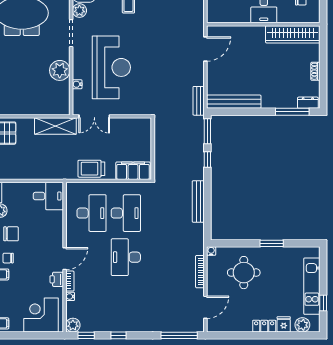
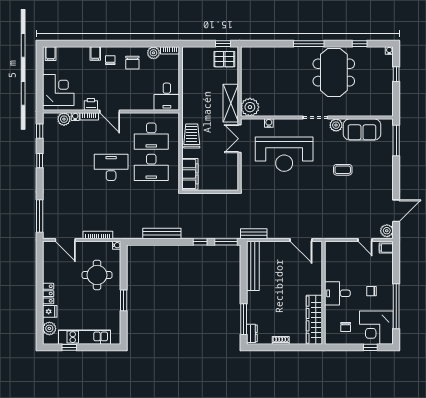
plant: (60, 70) -> (250, 107), moved
plant: (73, 325) -> (64, 119), moved

